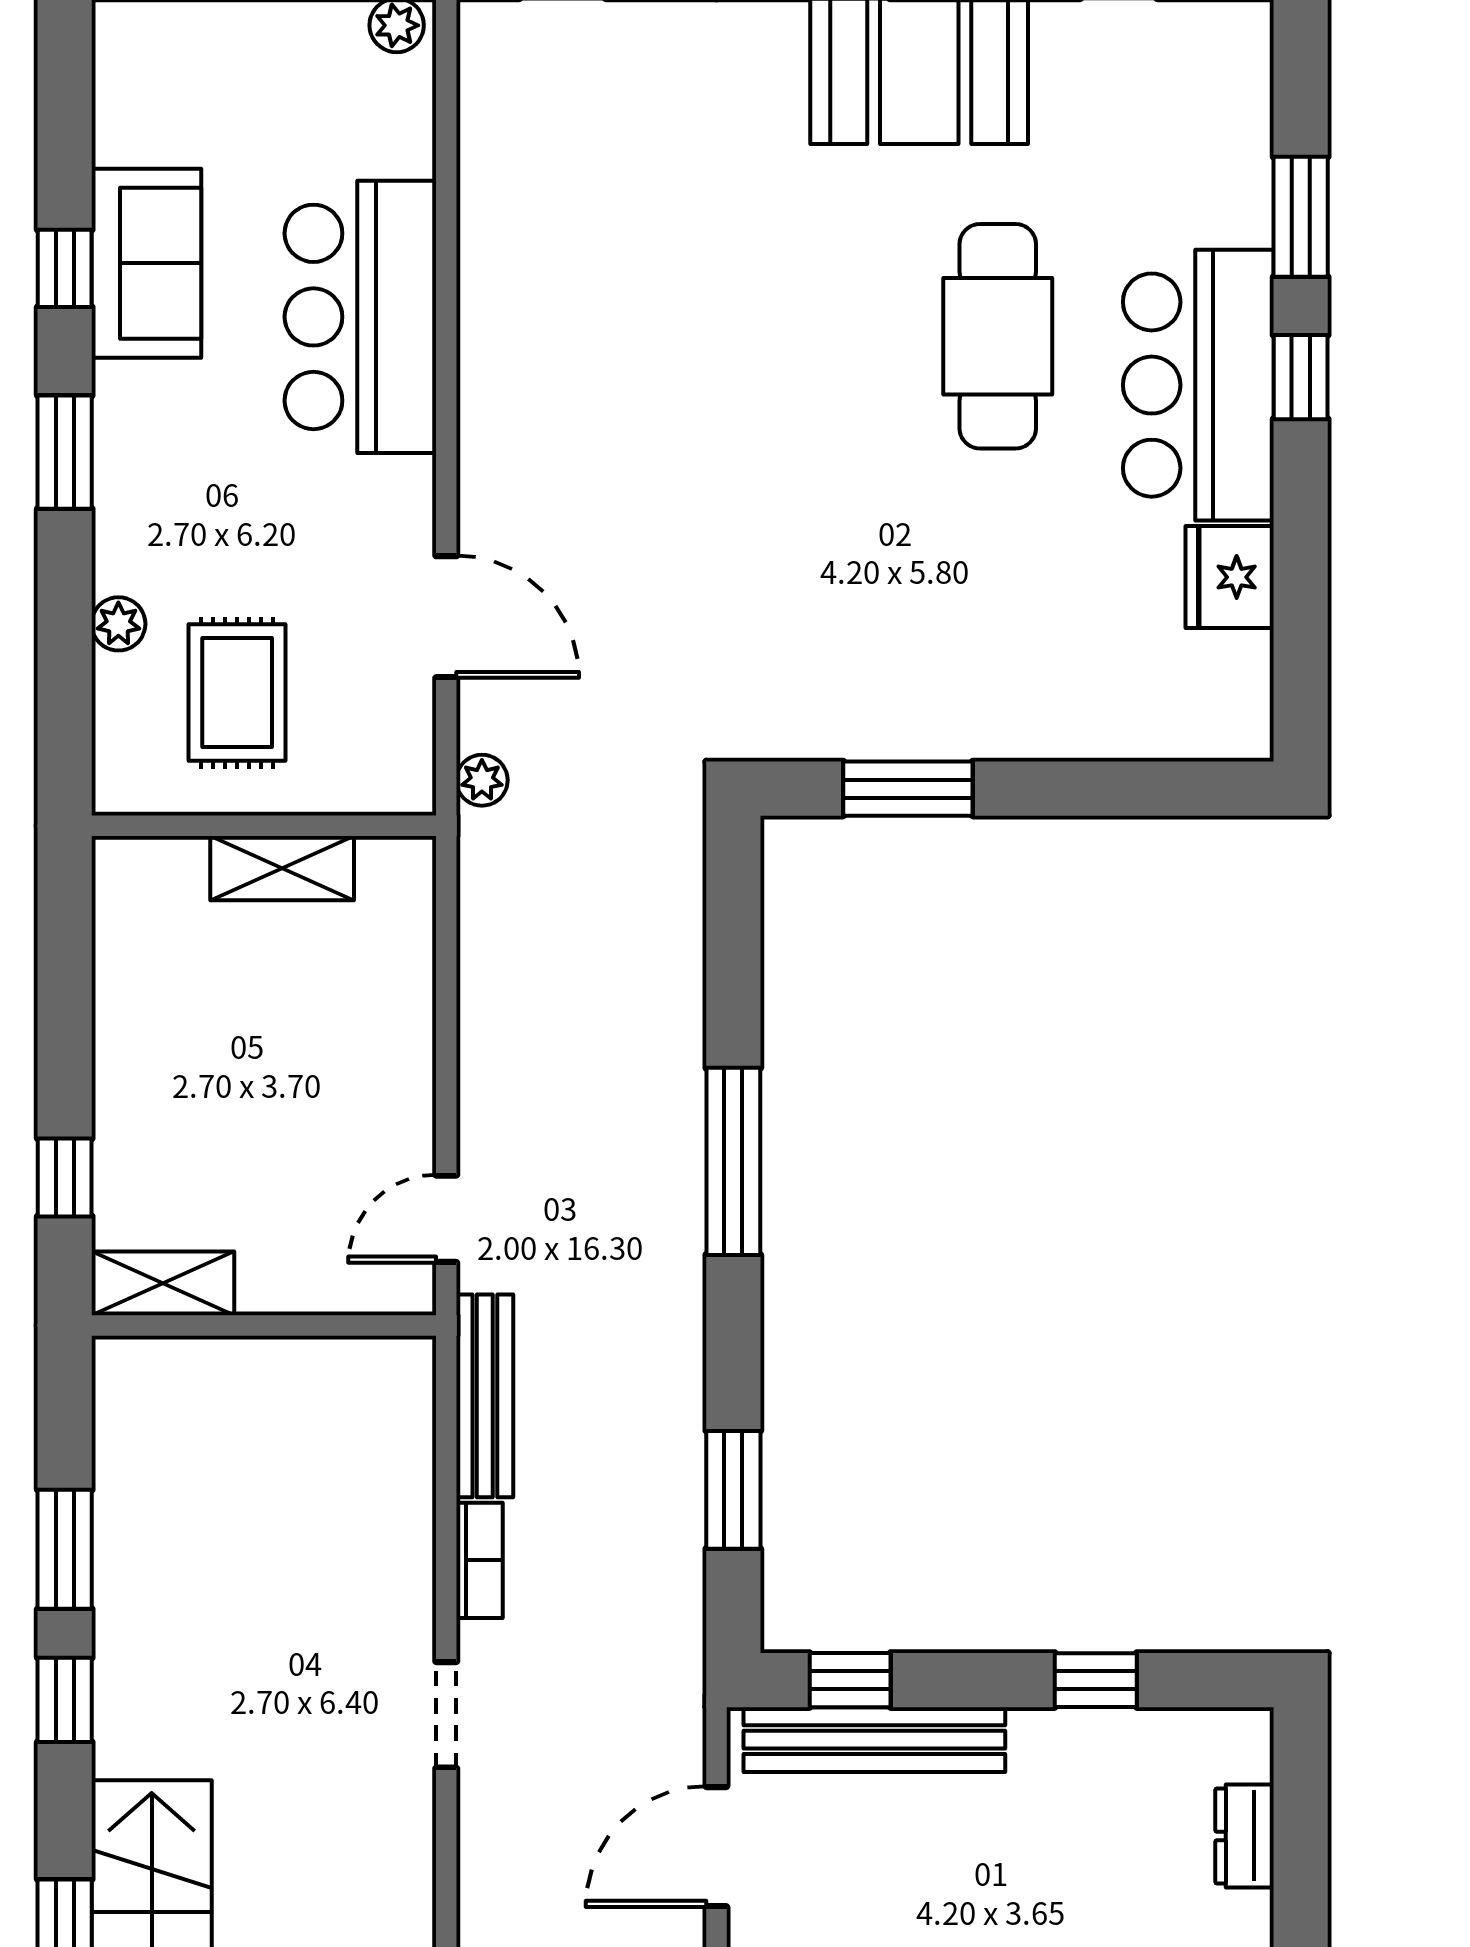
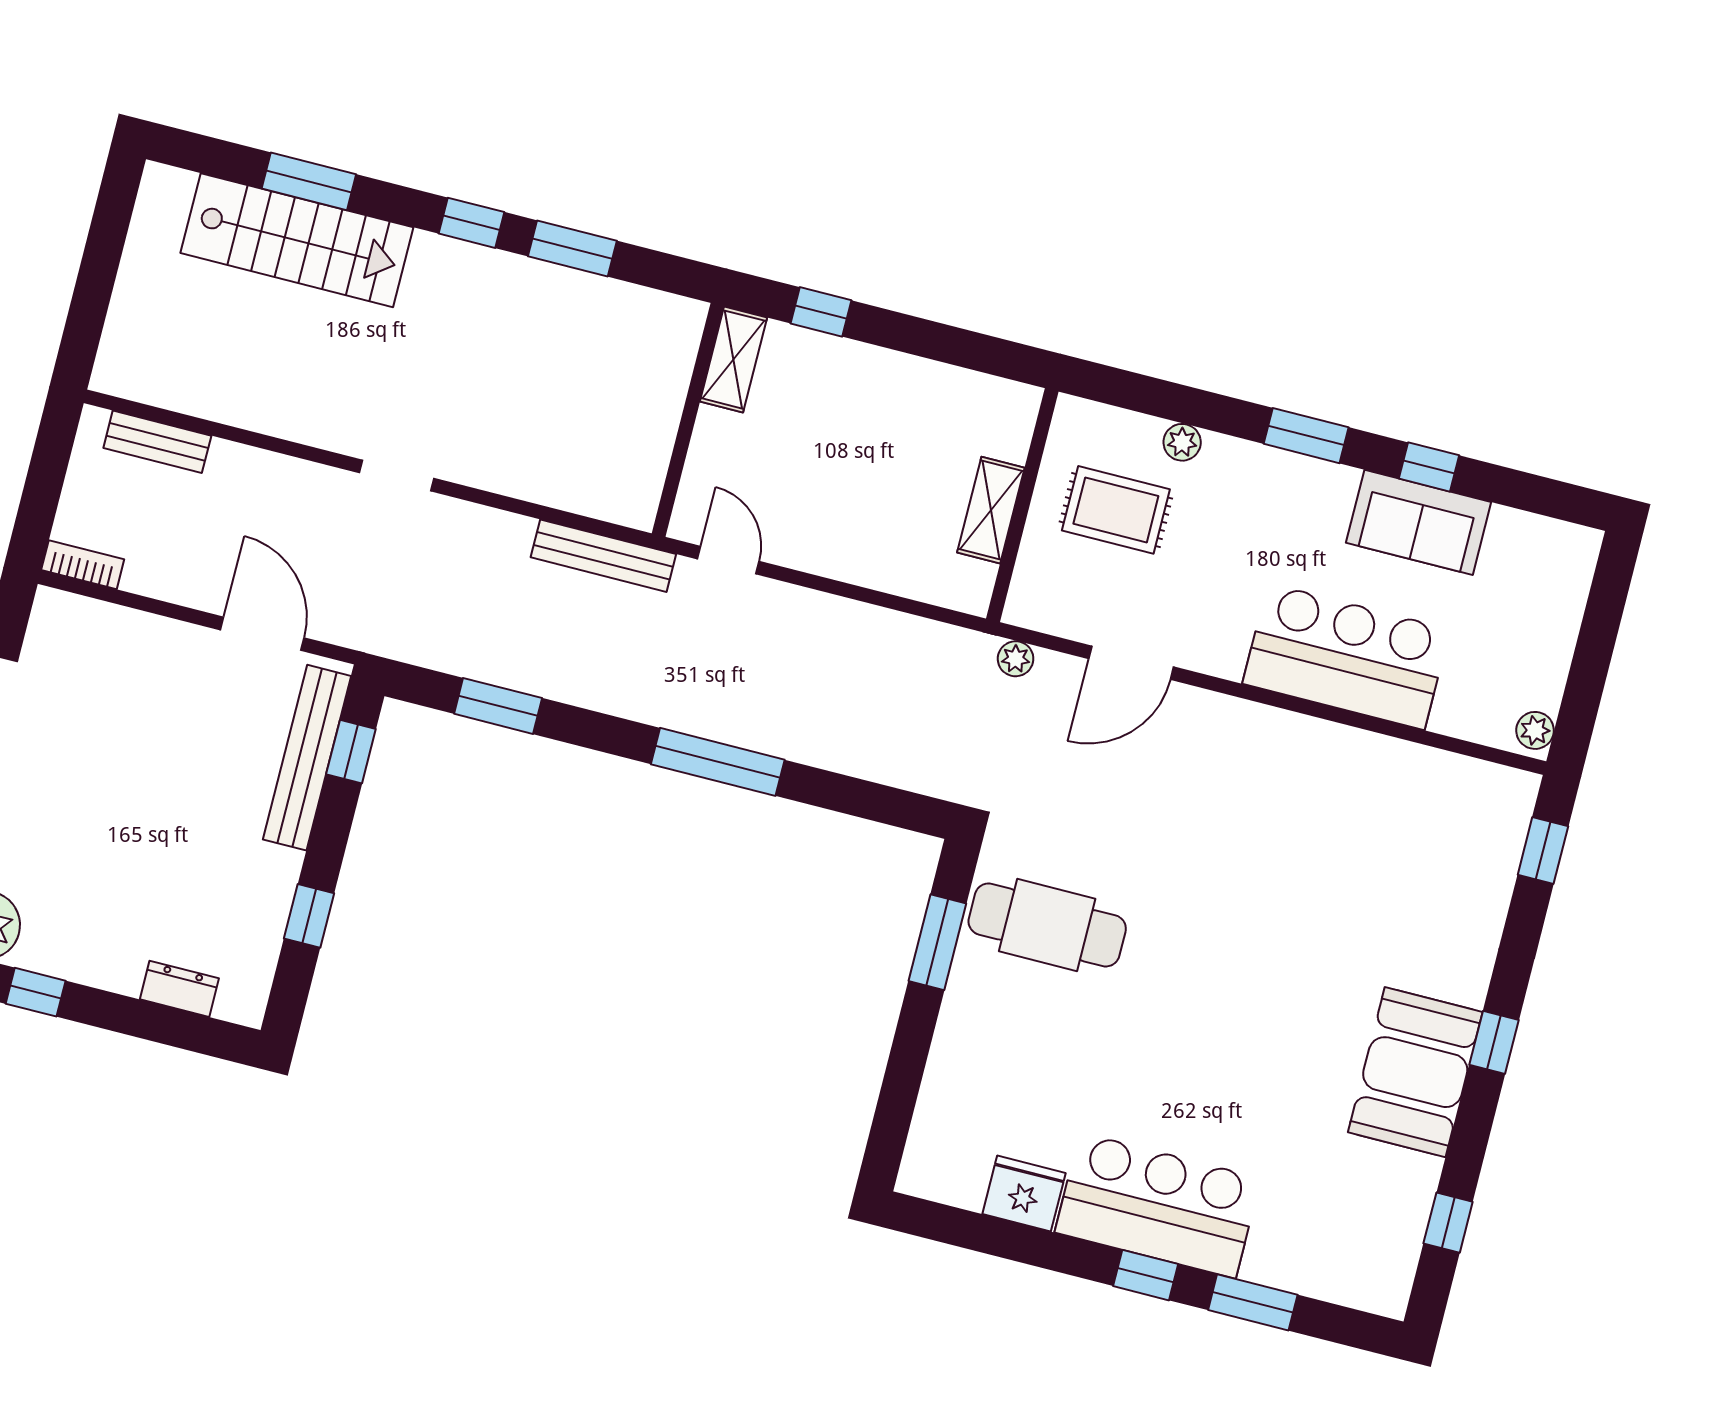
cafe table: (998, 336) -> (1047, 925), moved
bookcase: (479, 1560) -> (494, 524), removed

